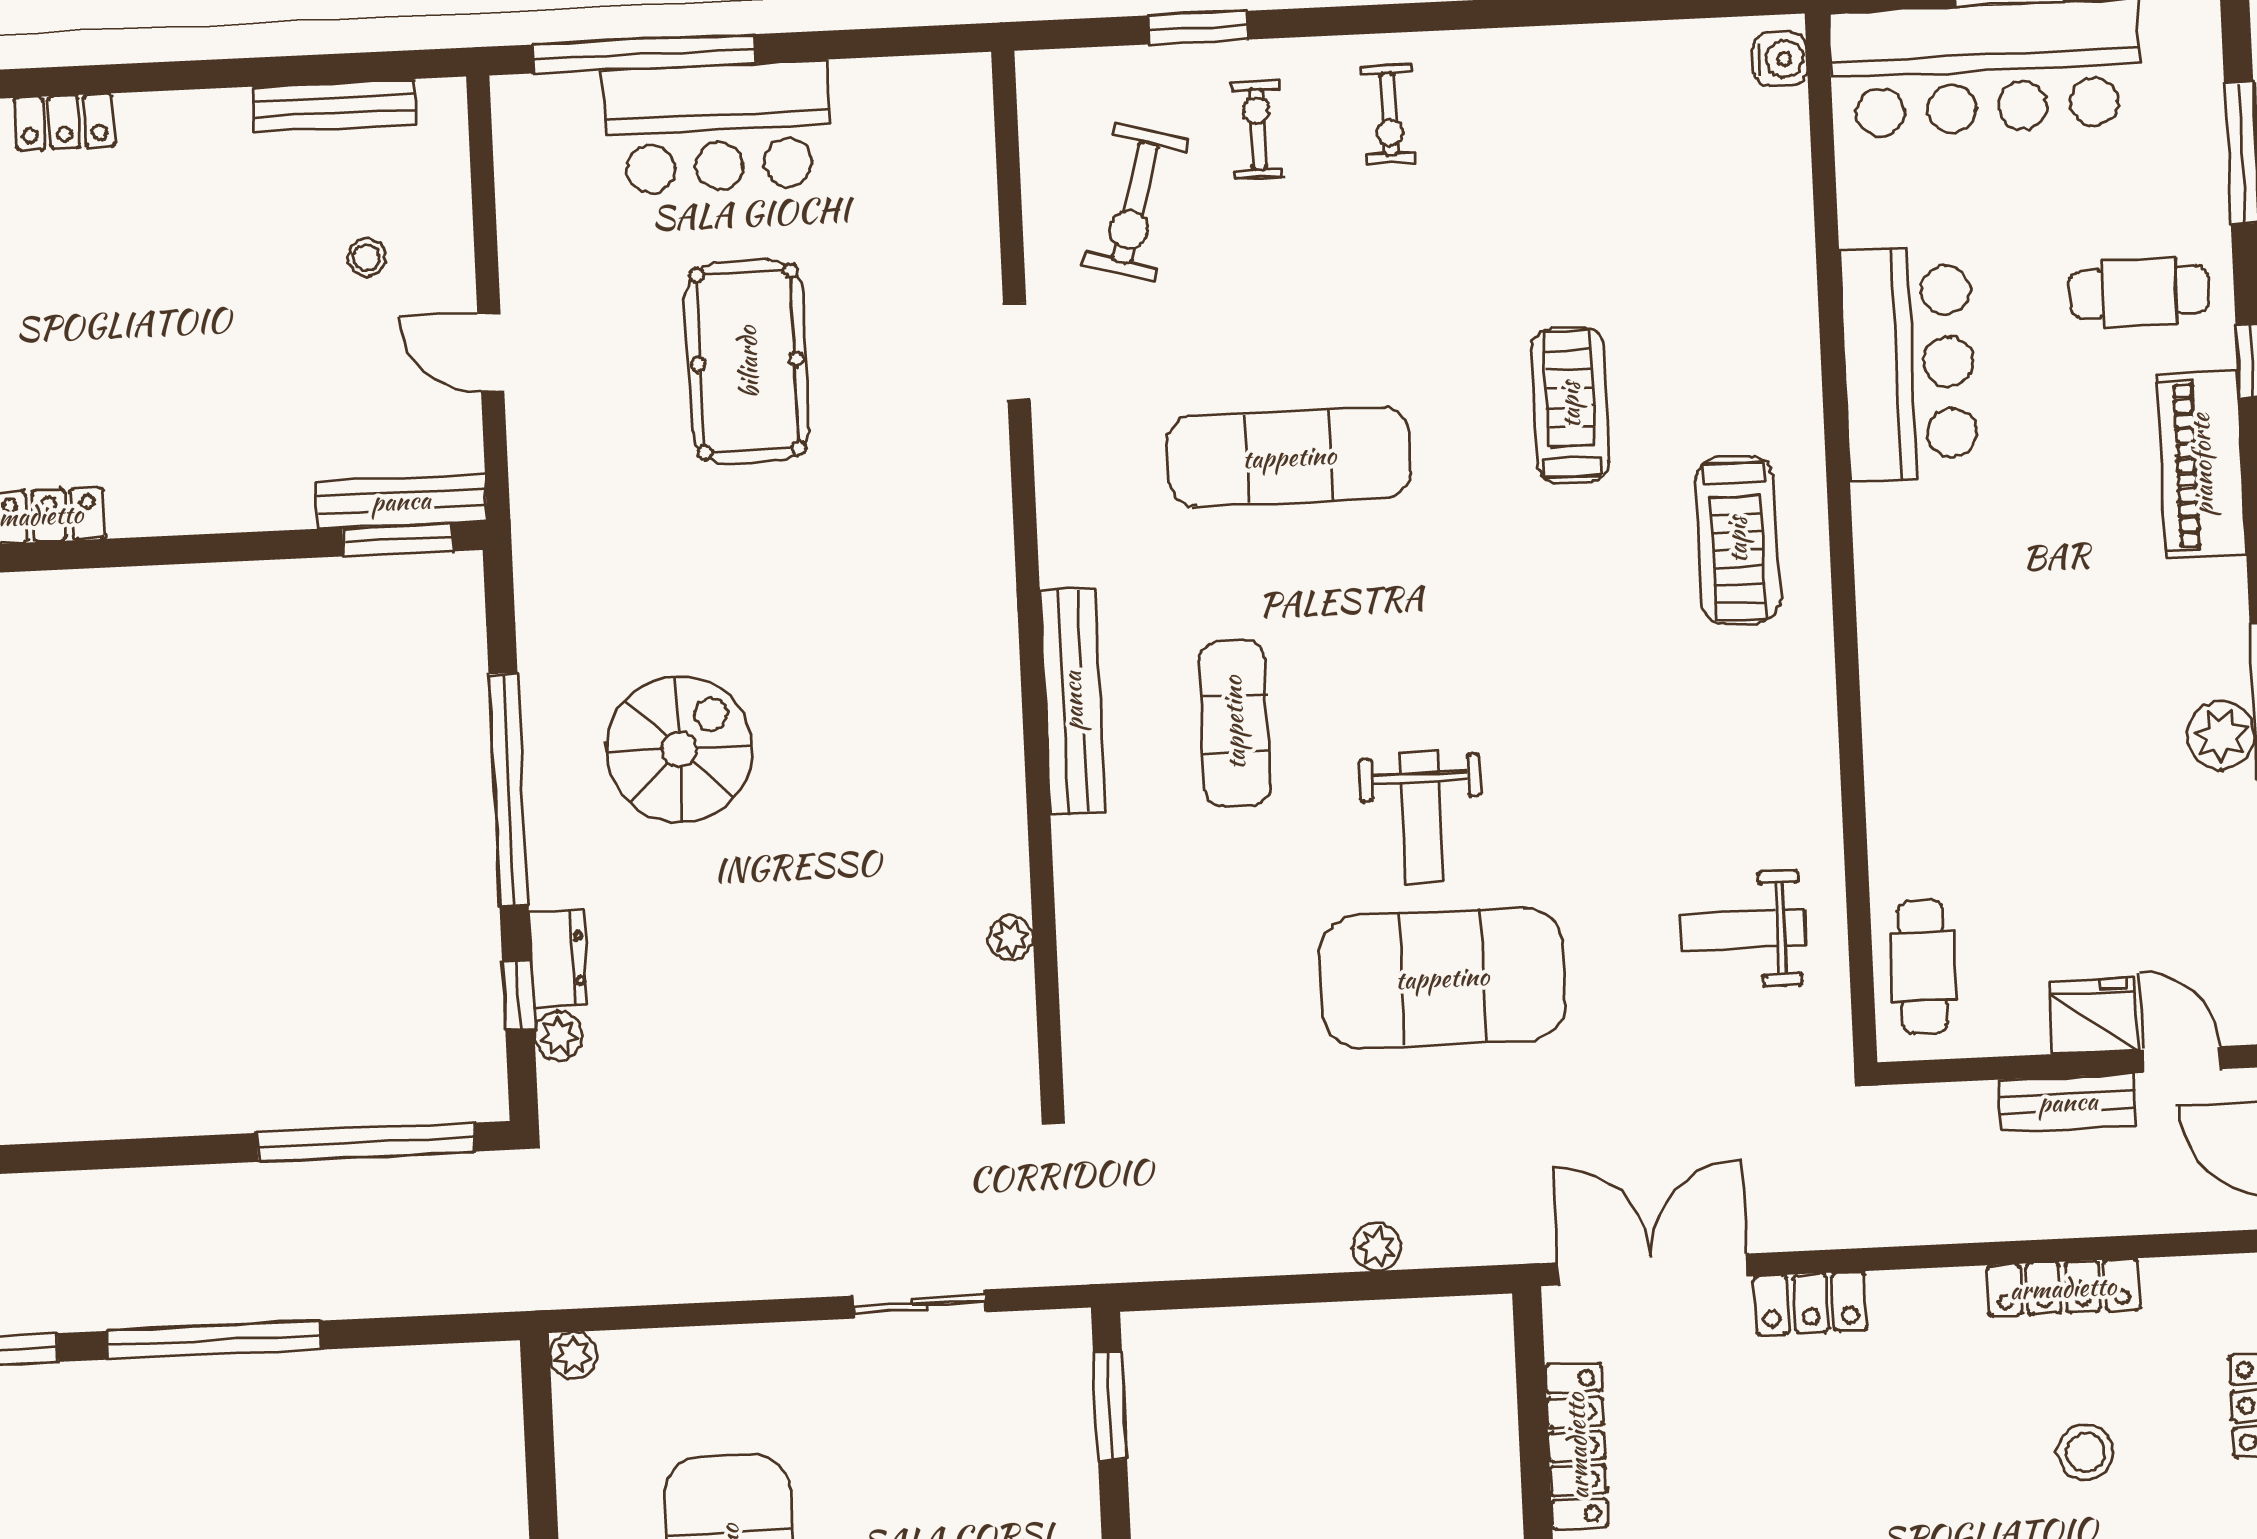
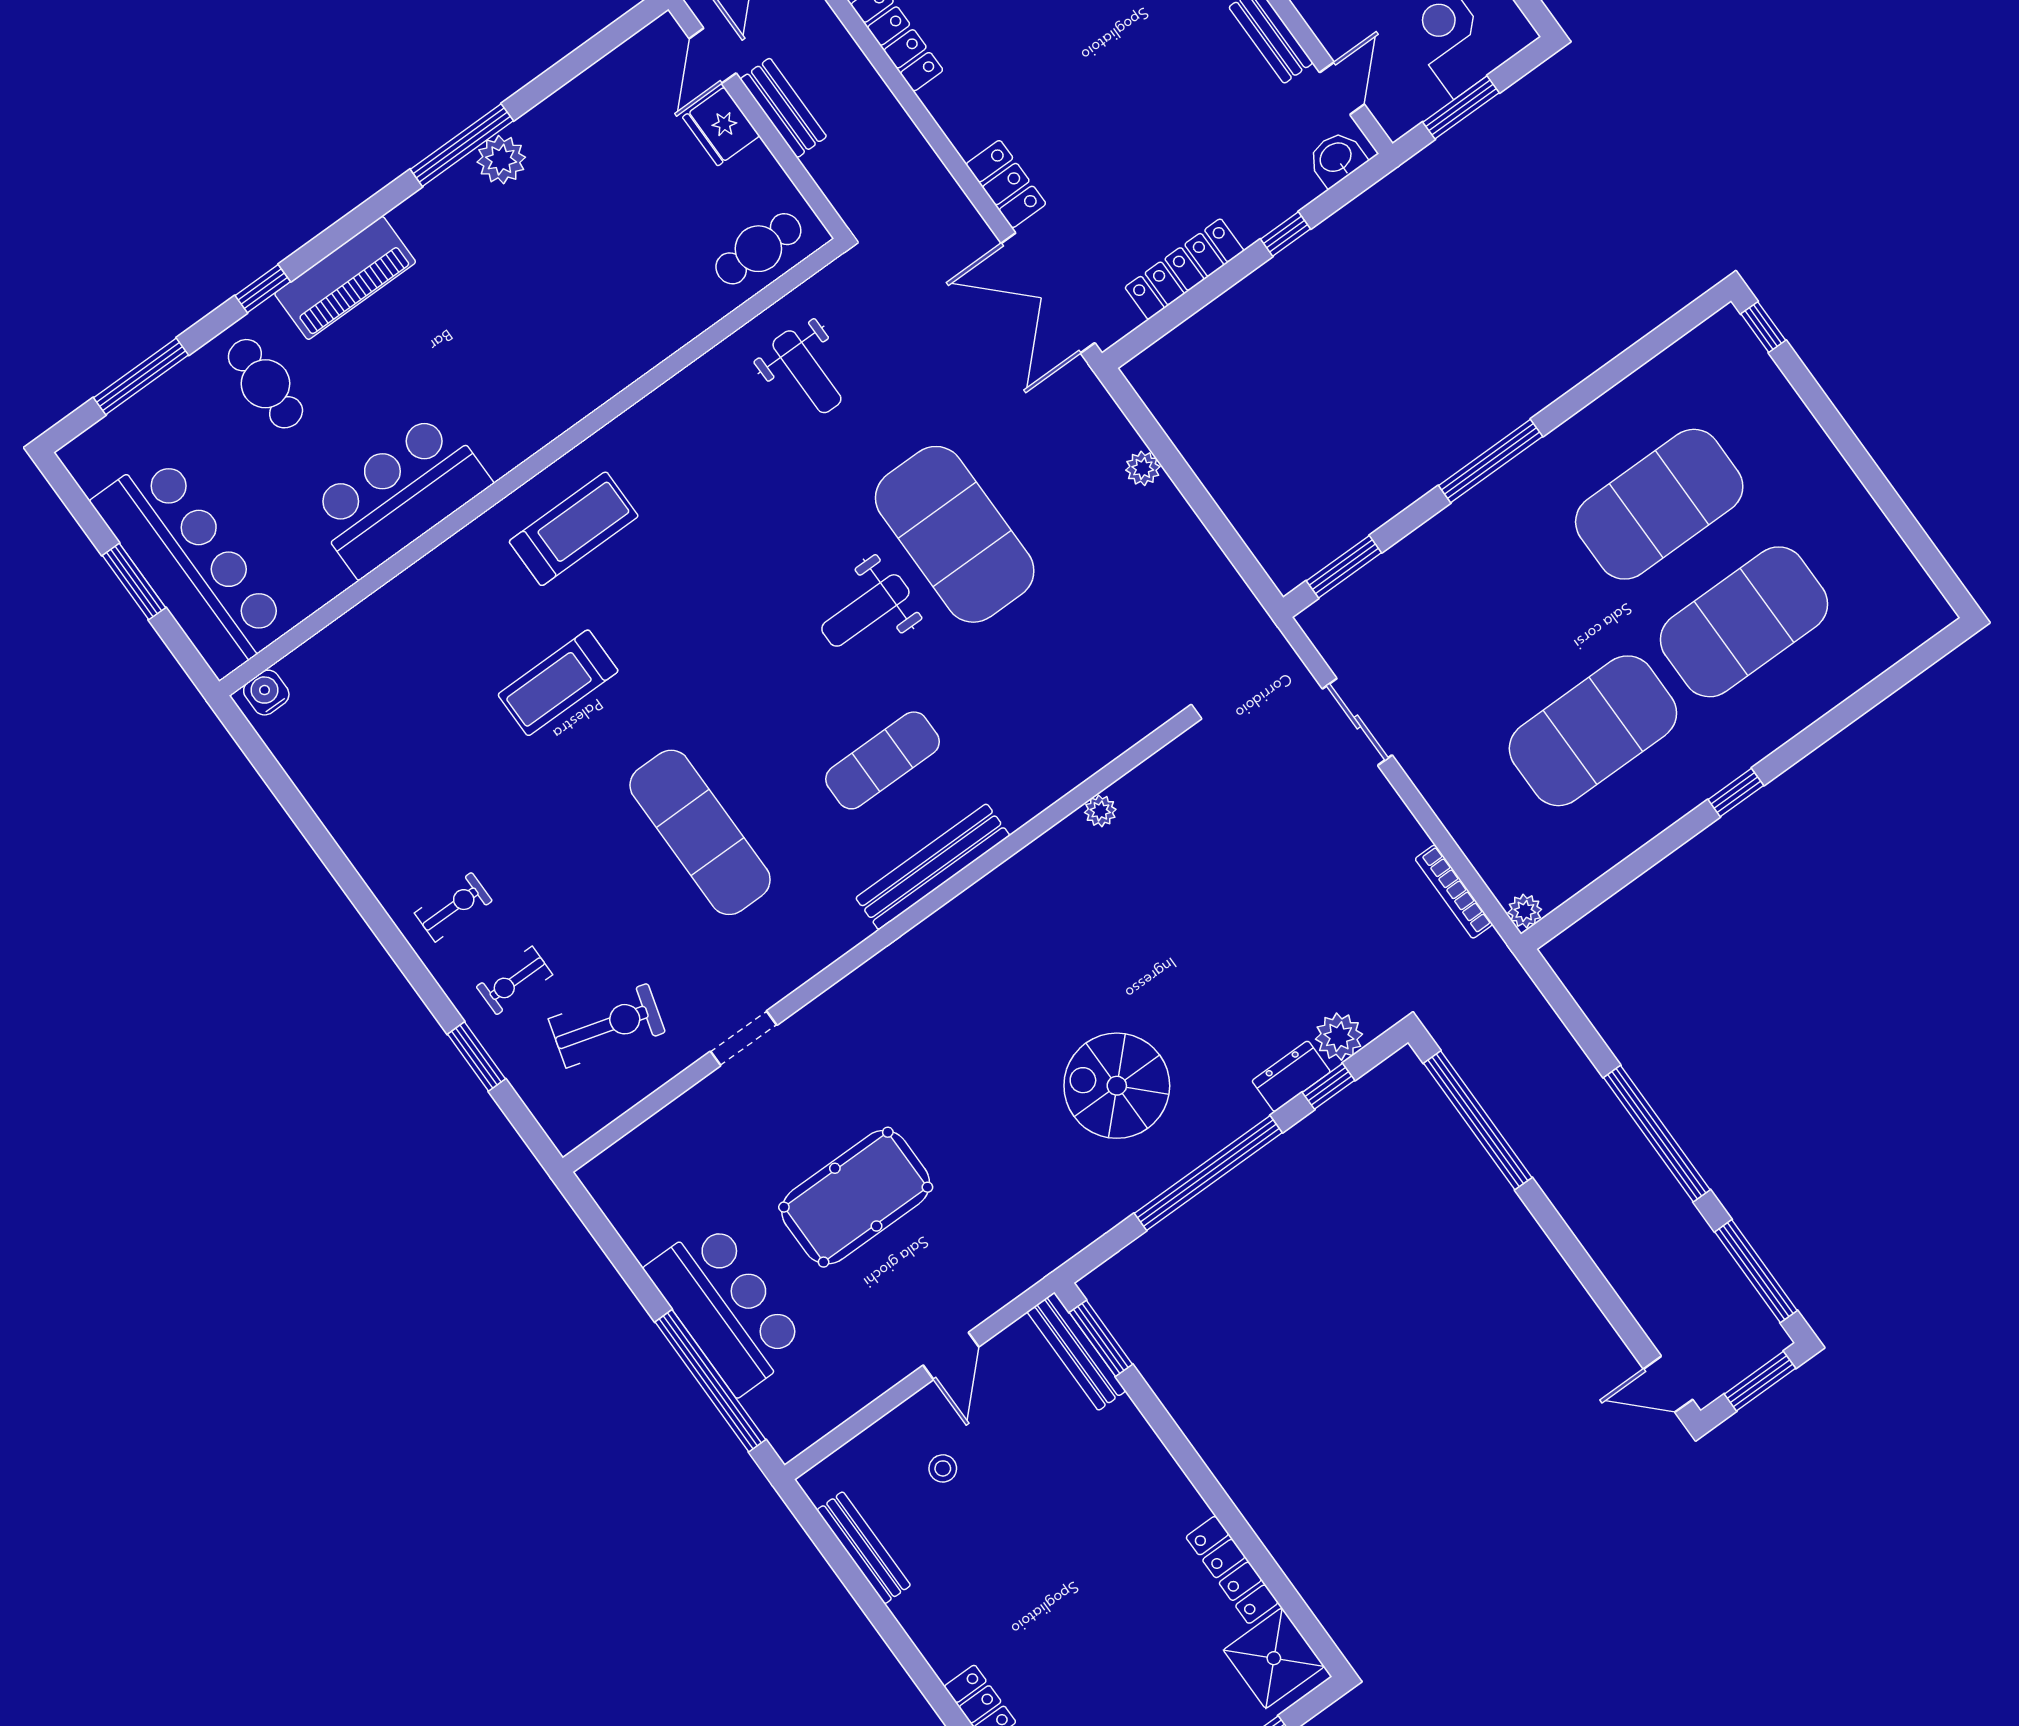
weight bench: (1422, 817) -> (865, 610), turned 180
plant: (559, 1036) -> (1339, 1037), width x1.38, depth x1.38
bookcase: (649, 1288) -> (1454, 892), added

